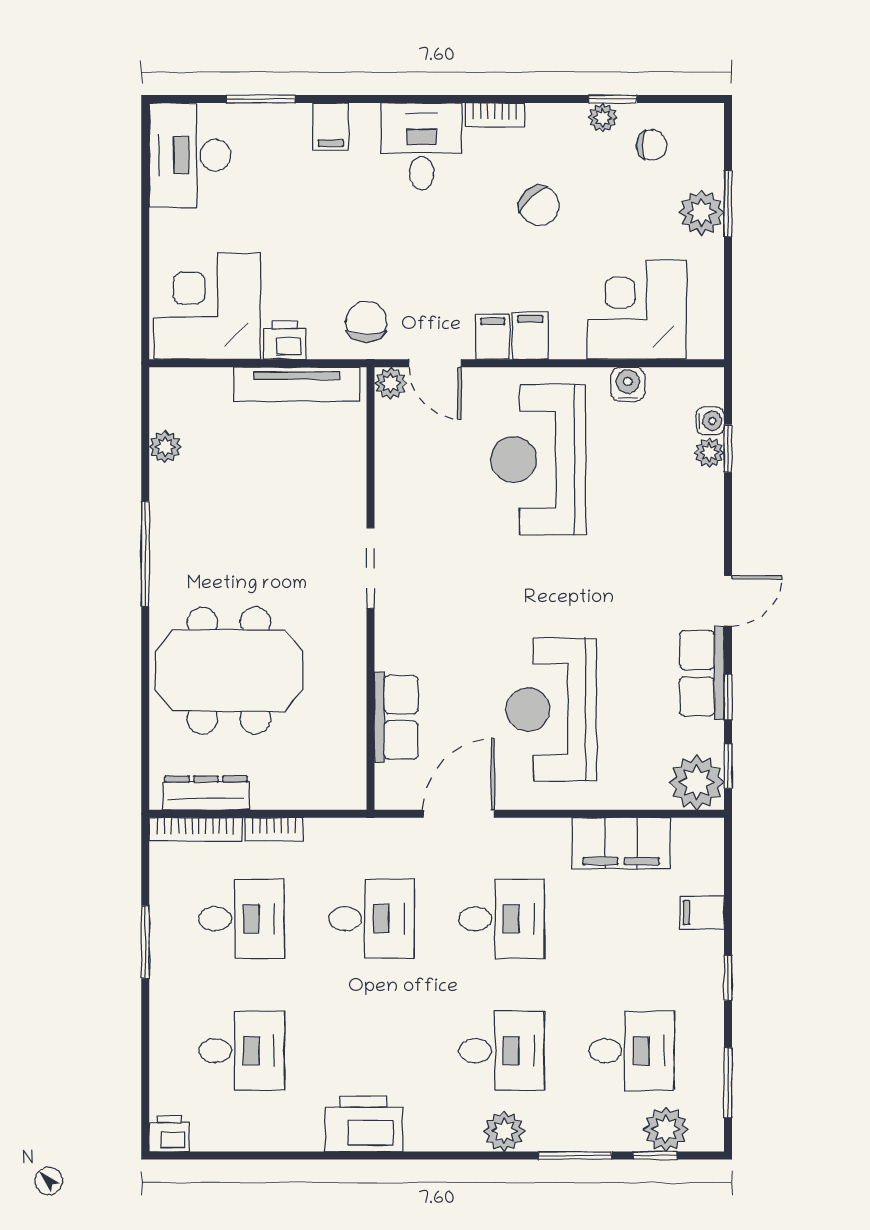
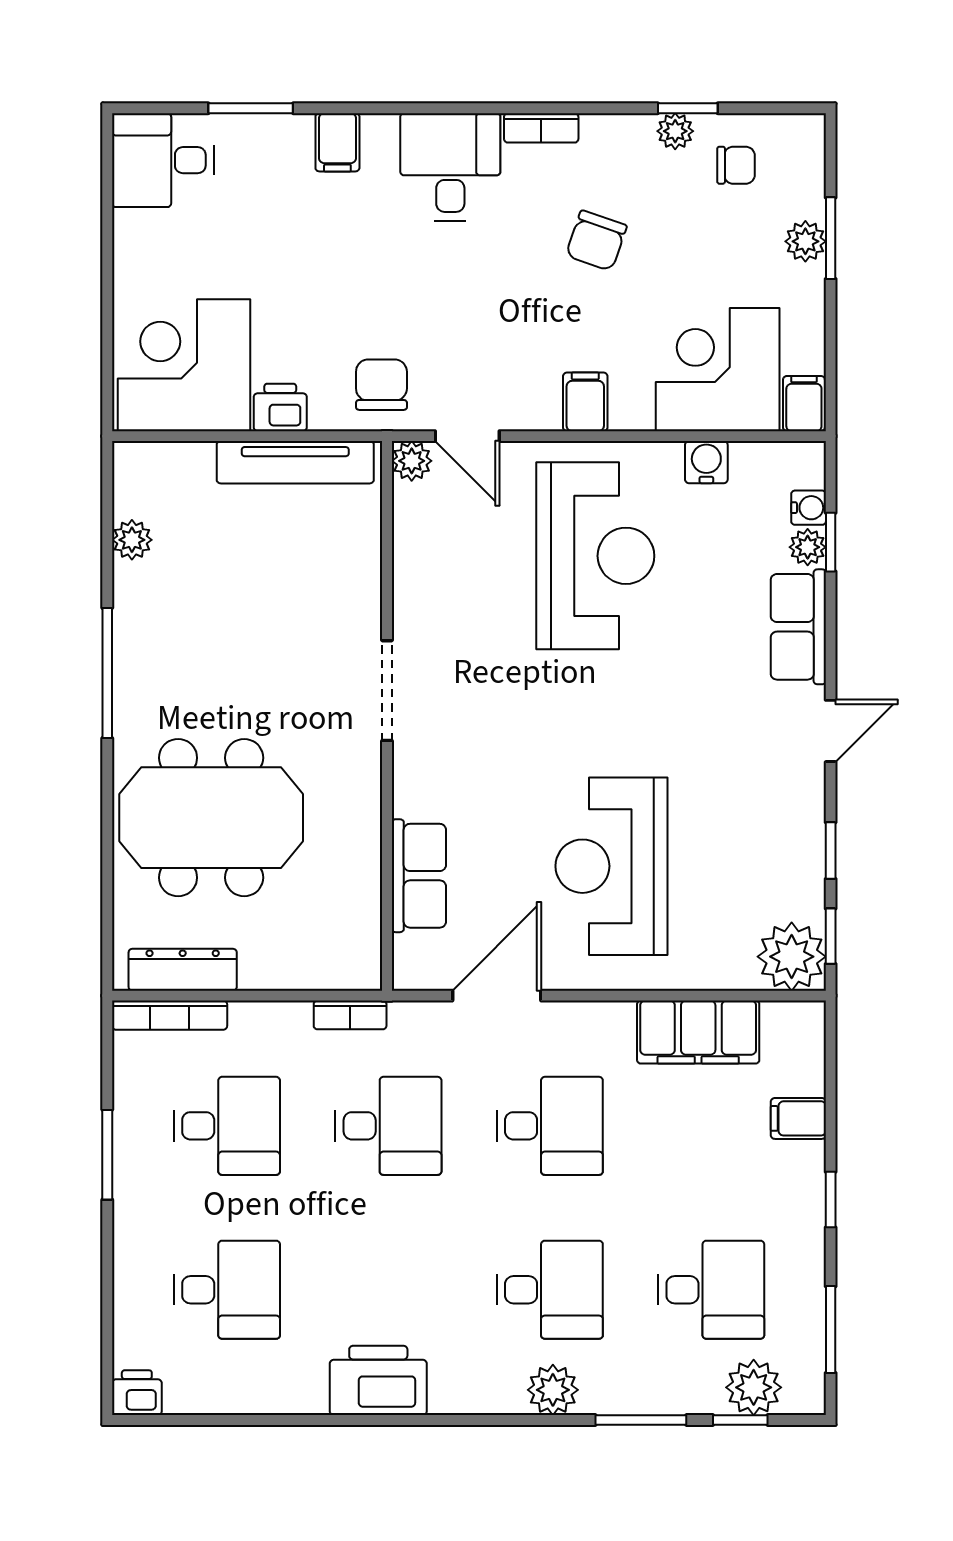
desk: (190, 155) -> (163, 160), width x0.73
chair: (539, 206) -> (596, 241), turned 62
plant: (701, 212) -> (805, 241), width x0.73, depth x0.73
filing cabinet: (493, 337) -> (804, 404), moved
reception desk: (538, 460) -> (595, 556), turned 180
row of seats: (702, 673) -> (798, 627), moved
bookcase: (274, 829) -> (350, 1015), moved

